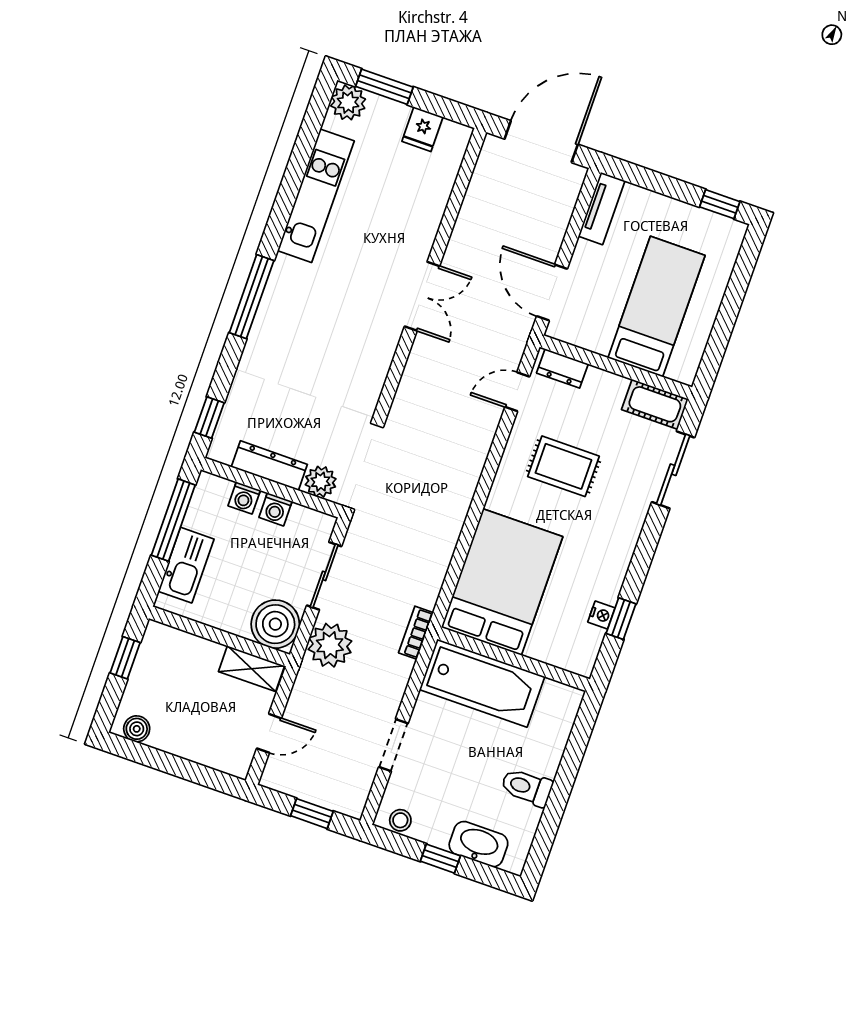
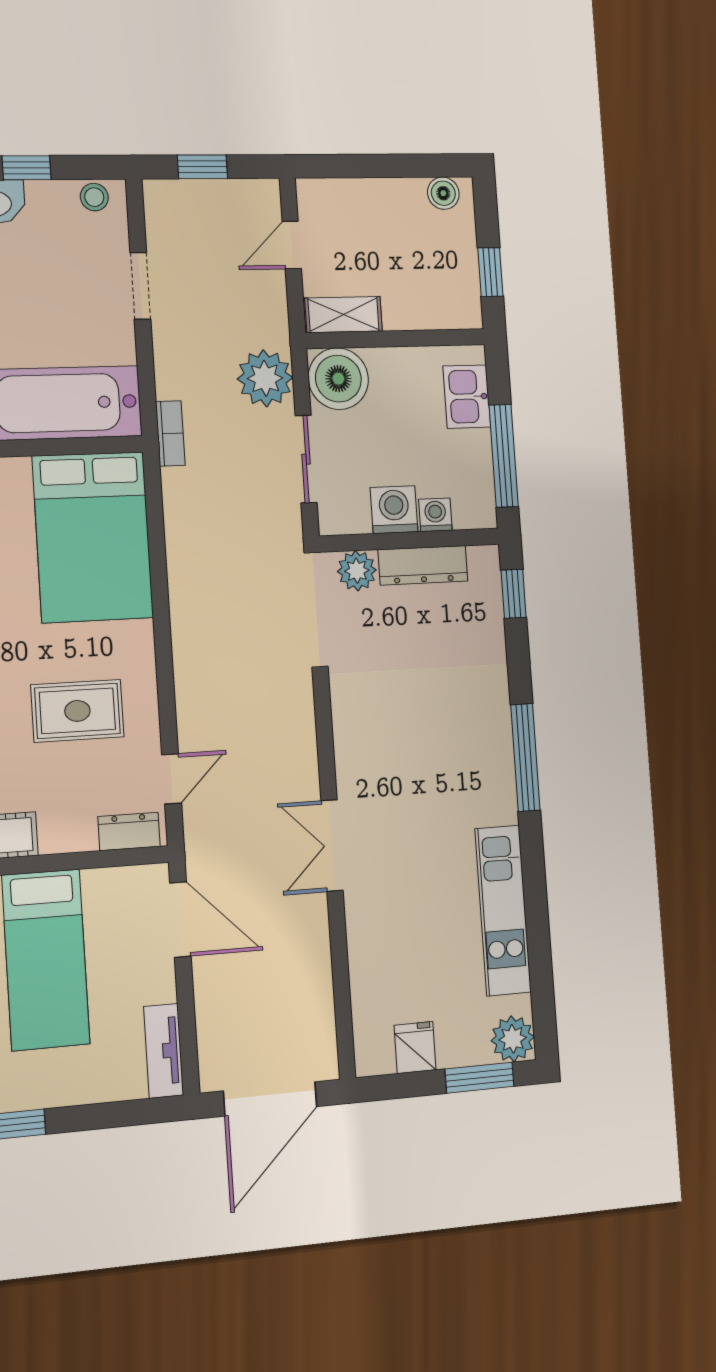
washing machine: (276, 509) -> (394, 510), width x1.38, depth x1.38
kitchen sink: (186, 565) -> (467, 397), width x0.73

